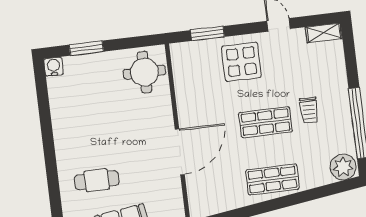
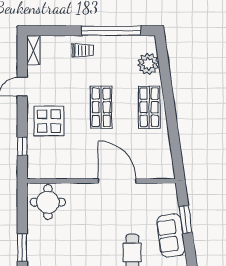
window: (207, 33) -> (22, 146), width x0.67
trolley: (309, 110) -> (83, 50), moved
plant: (343, 167) -> (148, 64), moved

